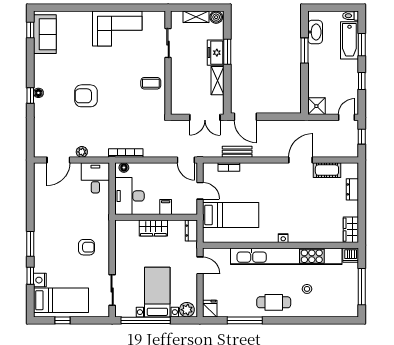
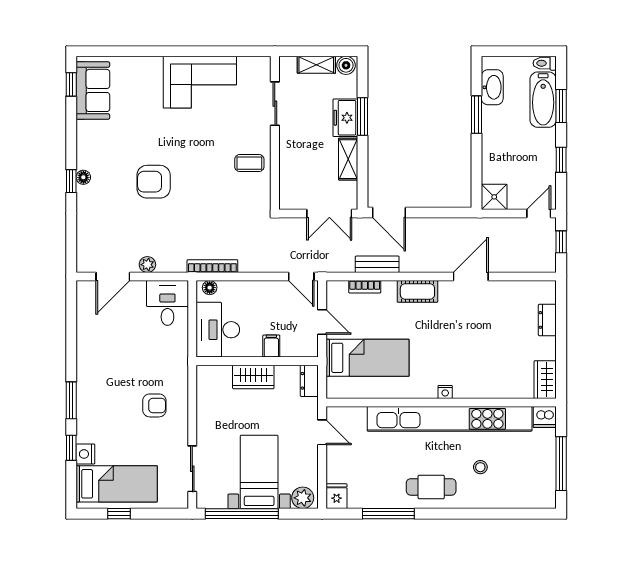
cot: (327, 170) -> (417, 291), moved

